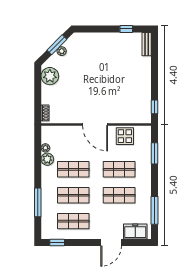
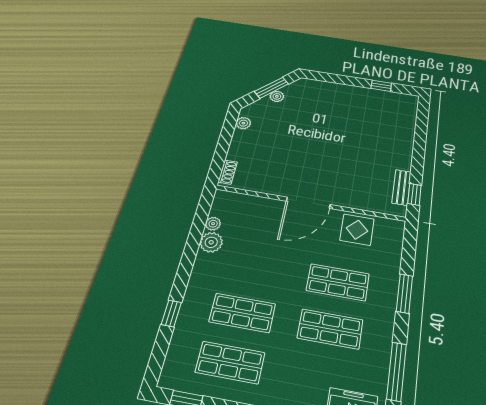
bench: (147, 44) -> (402, 187), moved
plant: (50, 76) -> (243, 123), width x0.53, depth x0.53
door: (95, 124) -> (308, 203), hinge flipped
window: (155, 153) -> (404, 293), moved
shop shelf: (73, 169) -> (253, 267), removed
window: (38, 202) -> (171, 313), width x0.46

